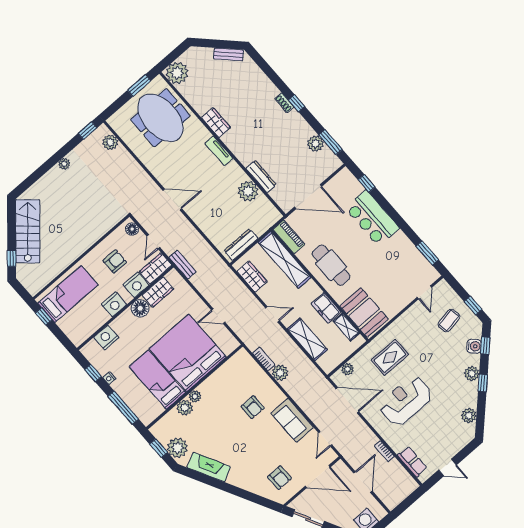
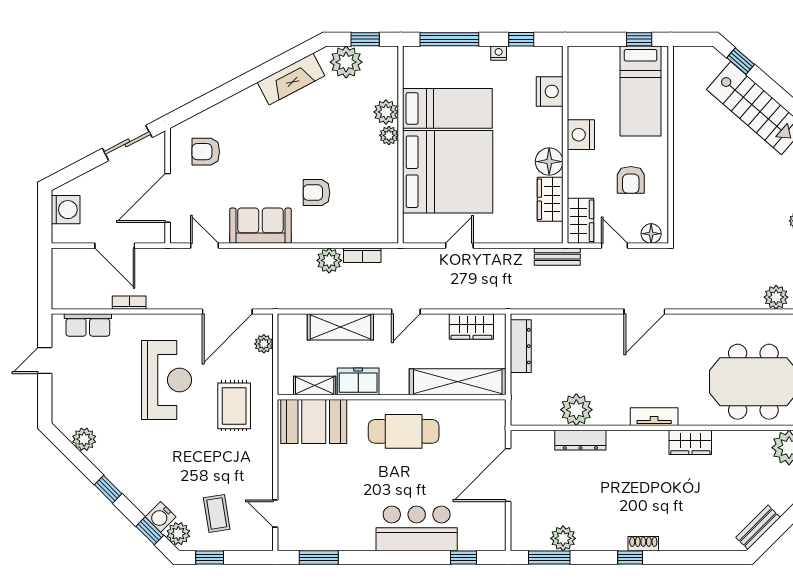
piano: (289, 237) -> (480, 411), removed
nightstand: (136, 285) -> (581, 181), removed
plant: (472, 374) -> (178, 534), moved

